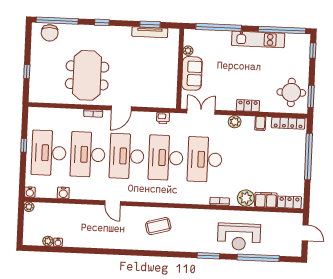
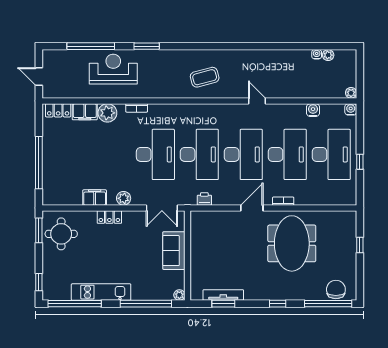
plant: (188, 51) -> (179, 295), moved
filing cabinet: (260, 123) -> (95, 198), width x2.00
locker: (288, 123) -> (63, 199), removed

